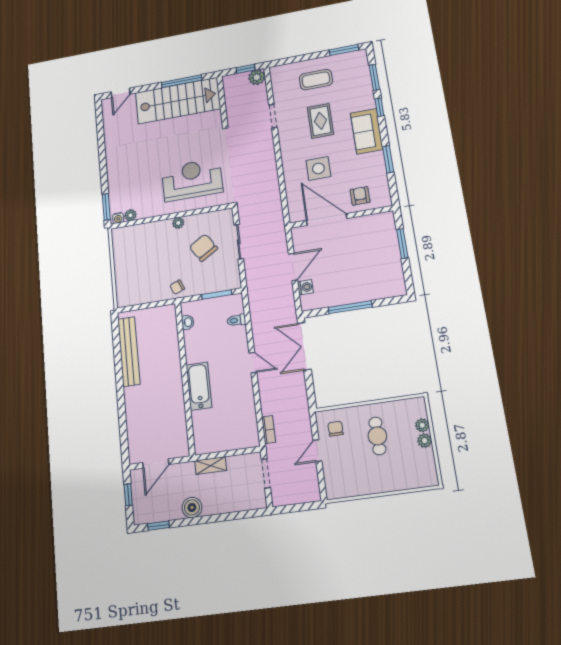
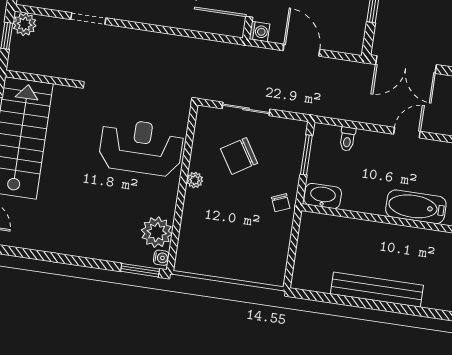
reception desk: (192, 180) -> (141, 147), turned 90
plant: (130, 215) -> (157, 232), width x1.87, depth x1.87
washing machine: (305, 287) -> (260, 31), moved, turned 90
washbasin: (188, 322) -> (323, 196), width x1.91, depth x1.45
bench: (129, 351) -> (377, 290), moved

